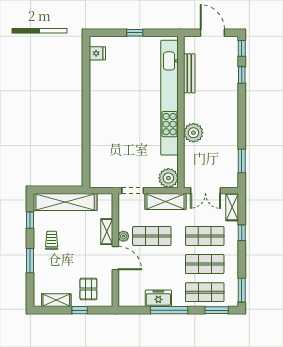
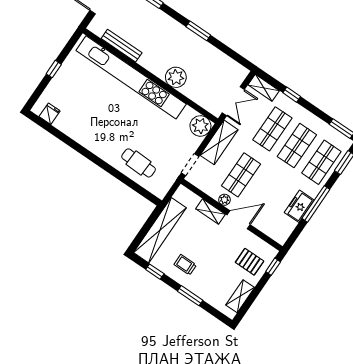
cafe table: (106, 149) -> (139, 163), added
window: (242, 161) -> (198, 31), moved
window: (80, 310) -> (273, 267), moved

